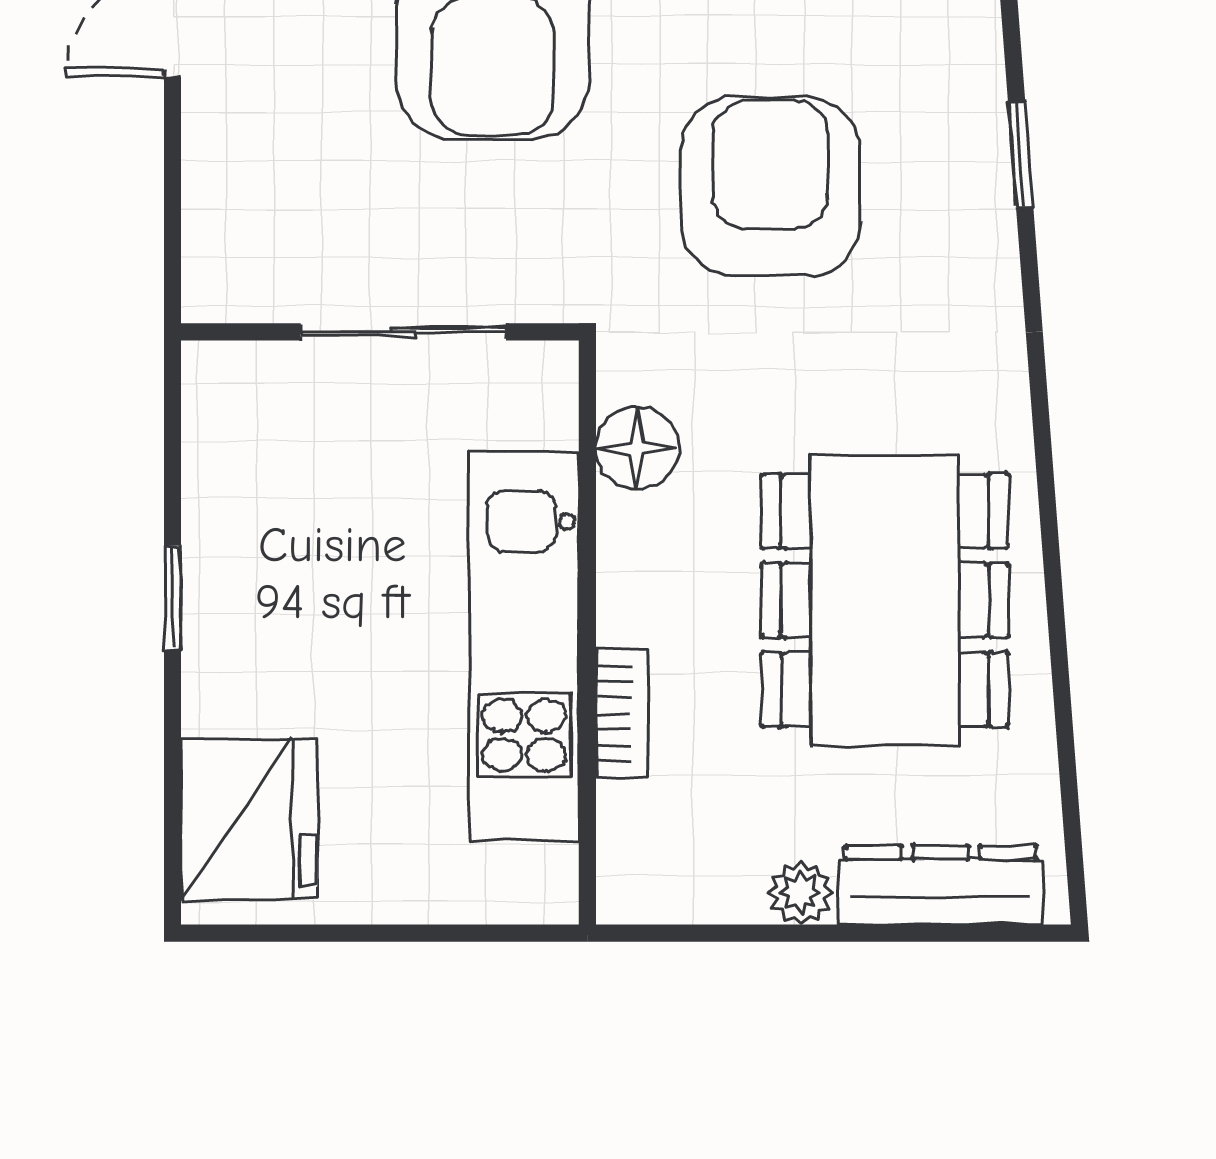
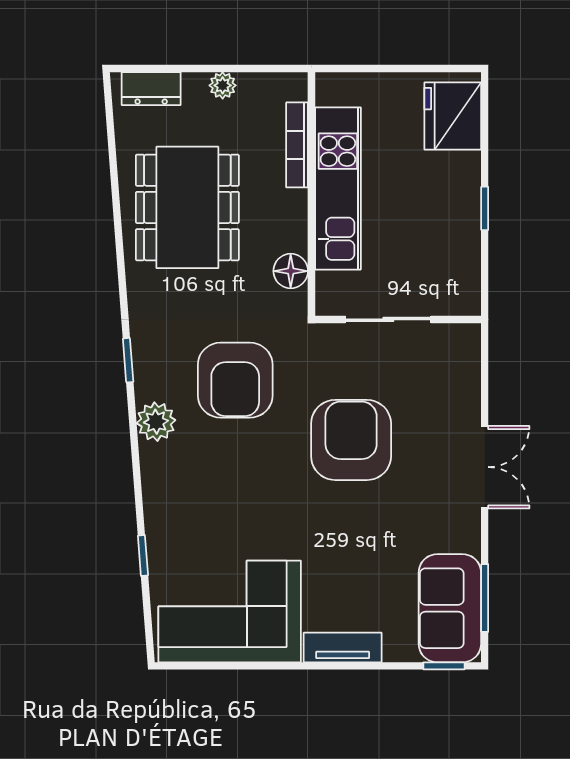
plant: (960, 87) -> (156, 422), added
window: (1021, 154) -> (128, 360), moved
bookcase: (622, 713) -> (297, 145), width x1.56
dresser: (941, 885) -> (151, 89), width x0.70

